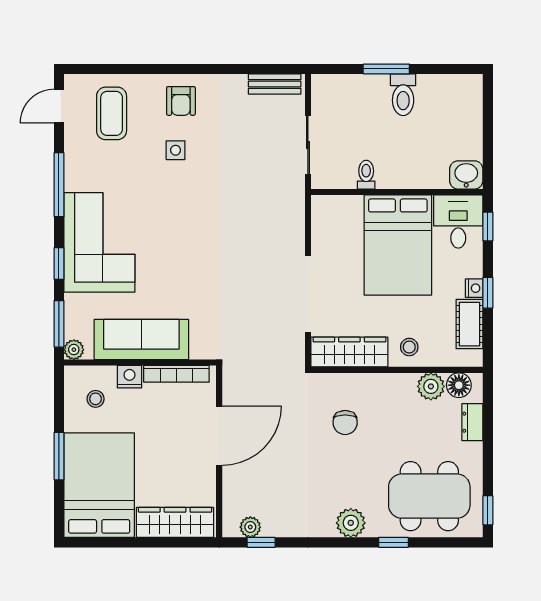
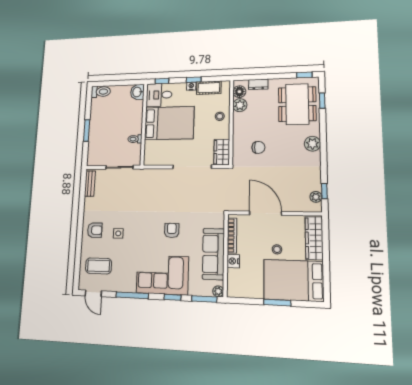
toilet: (403, 95) -> (101, 92), moved
armchair: (183, 258) -> (172, 230), added
wardrobe: (349, 352) -> (222, 152), width x0.67
stool: (96, 399) -> (277, 249), moved
window: (393, 542) -> (322, 101), moved

